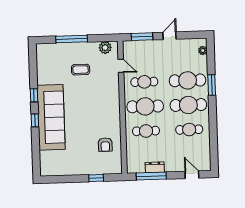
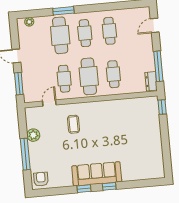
plant: (105, 48) -> (33, 135), moved
coffee table: (81, 70) -> (74, 124), moved
cafe table: (188, 105) -> (85, 33), width x0.73, depth x0.74
sofa: (51, 117) -> (97, 174), width x0.74, depth x0.79
armchair: (105, 145) -> (41, 179), moved, turned -90
dresser: (155, 167) -> (151, 81), moved
window: (96, 178) -> (162, 107), moved

